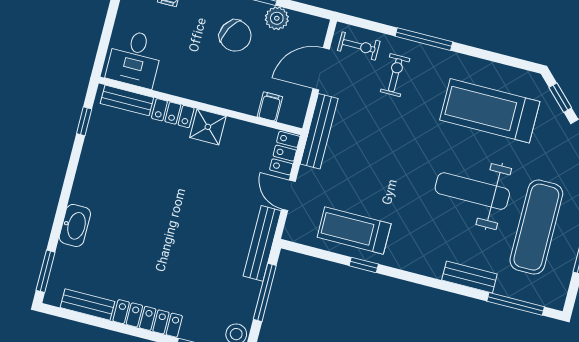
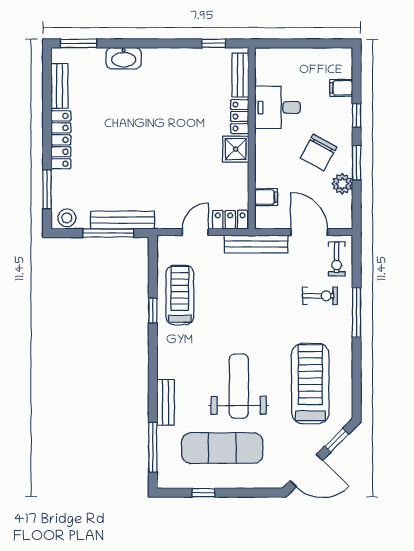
desk: (135, 58) -> (278, 107), moved
bench: (262, 243) -> (123, 220), moved

